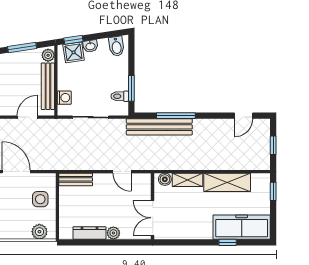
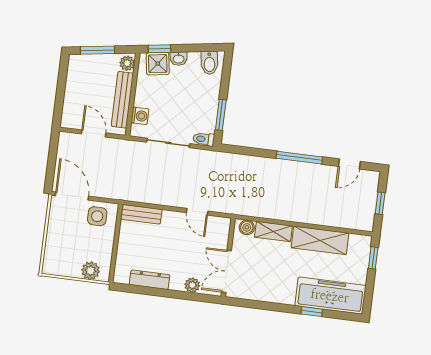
toilet: (120, 96) -> (204, 139), moved
window: (176, 116) -> (299, 158), moved
door: (28, 117) -> (94, 133), hinge flipped
bench: (159, 127) -> (248, 165), removed
side table: (40, 199) -> (97, 216), moved
plant: (113, 233) -> (192, 285), moved

